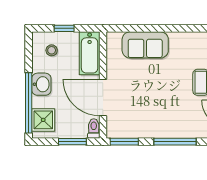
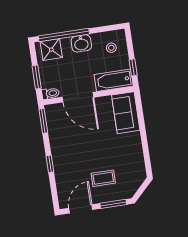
window: (64, 28) -> (133, 67), moved
sofa: (145, 45) -> (126, 113), moved
door: (103, 98) -> (78, 97), swing flipped
window: (175, 142) -> (50, 164), width x0.46

